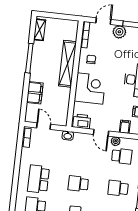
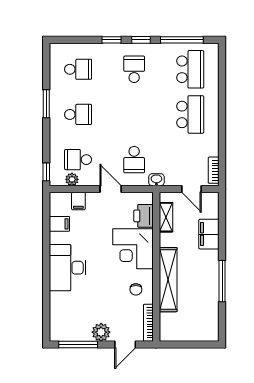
shelving: (40, 30) -> (166, 217), moved
printer: (82, 121) -> (143, 216), moved, turned 90
plant: (116, 141) -> (72, 179), moved
school desk: (78, 184) -> (134, 160), moved, turned 90

